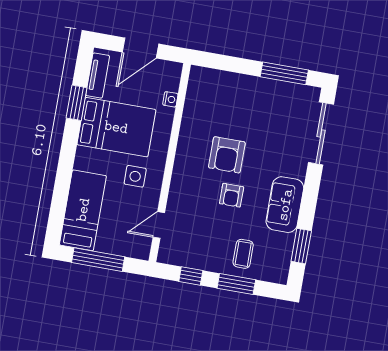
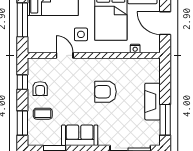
fireplace: (254, 87) -> (153, 102), added
armchair: (232, 195) -> (40, 89), moved, turned -90
door: (159, 225) -> (65, 55), moved
window: (236, 284) -> (22, 123), moved

